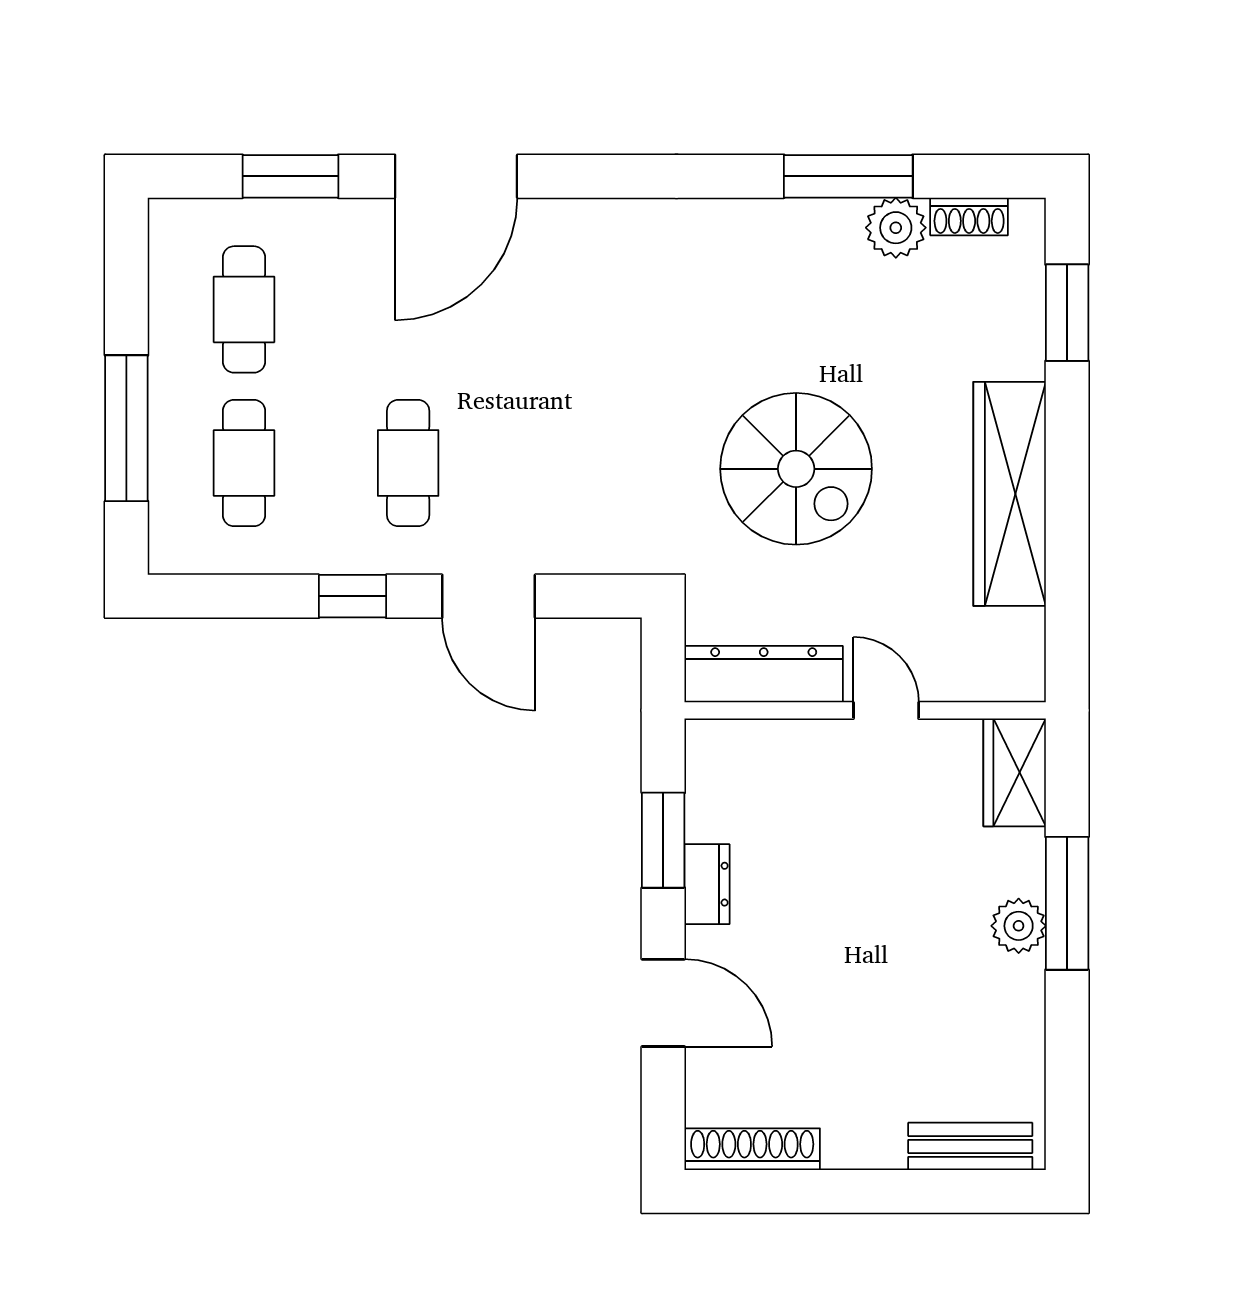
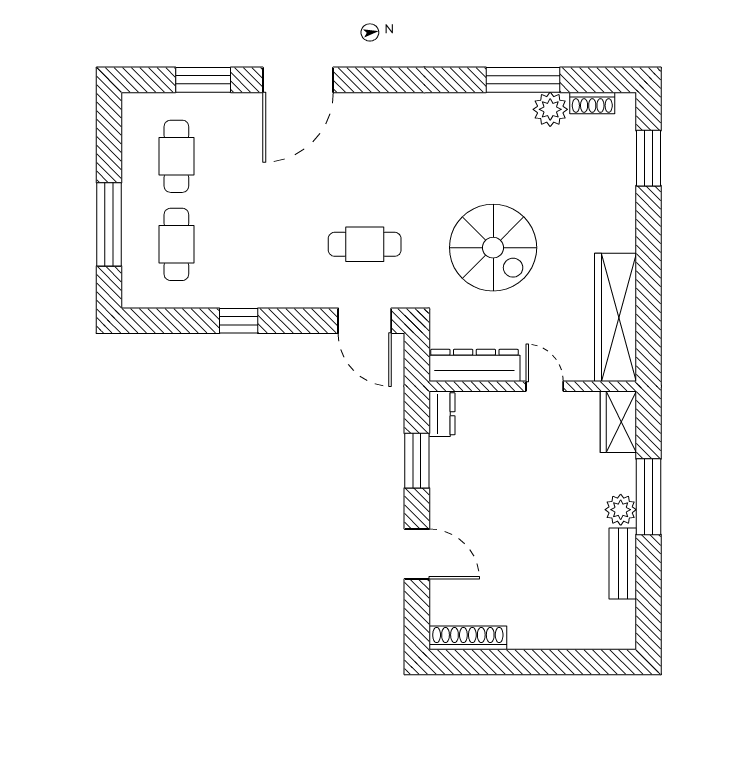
cafe table: (408, 463) -> (365, 244), moved, turned 90
wardrobe: (1010, 494) -> (615, 317), moved
door: (489, 596) -> (365, 321), moved
dresser: (707, 884) -> (442, 414), moved
bench: (970, 1146) -> (623, 563), moved, turned 90

